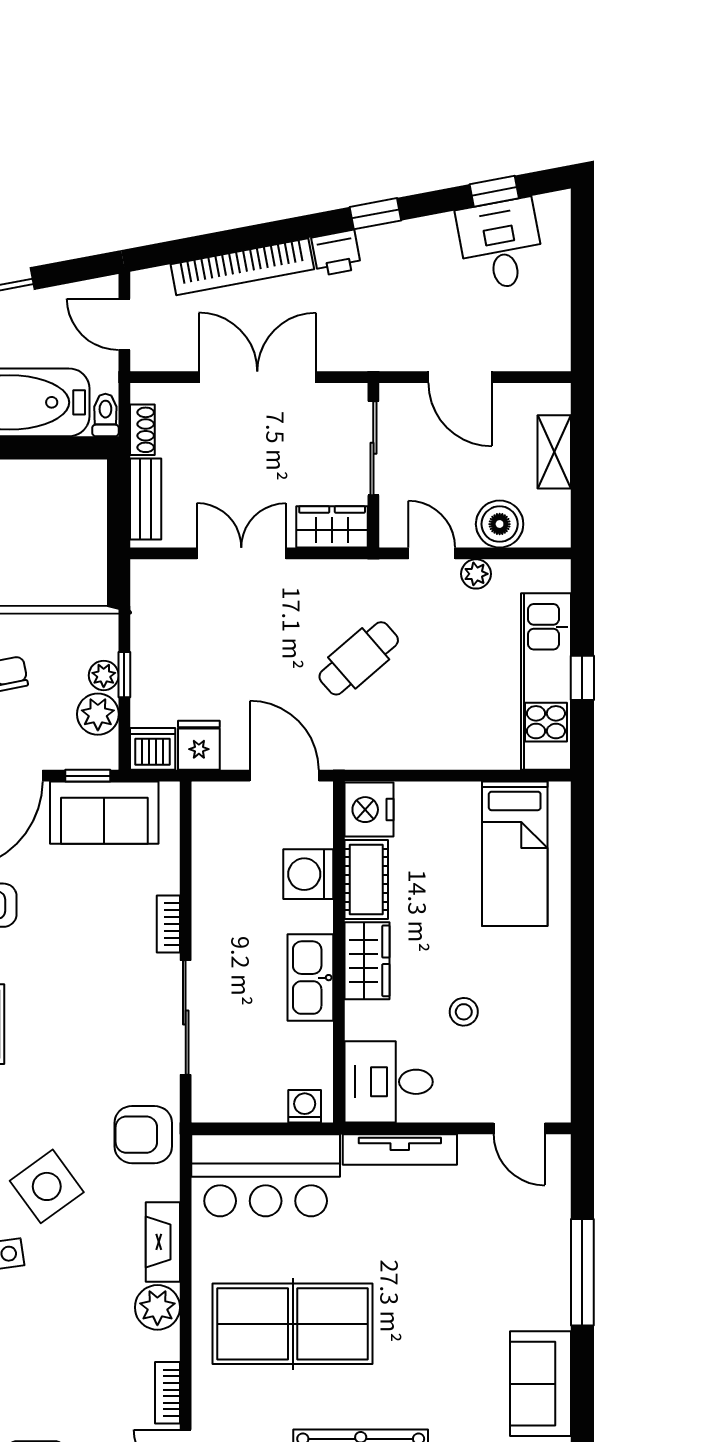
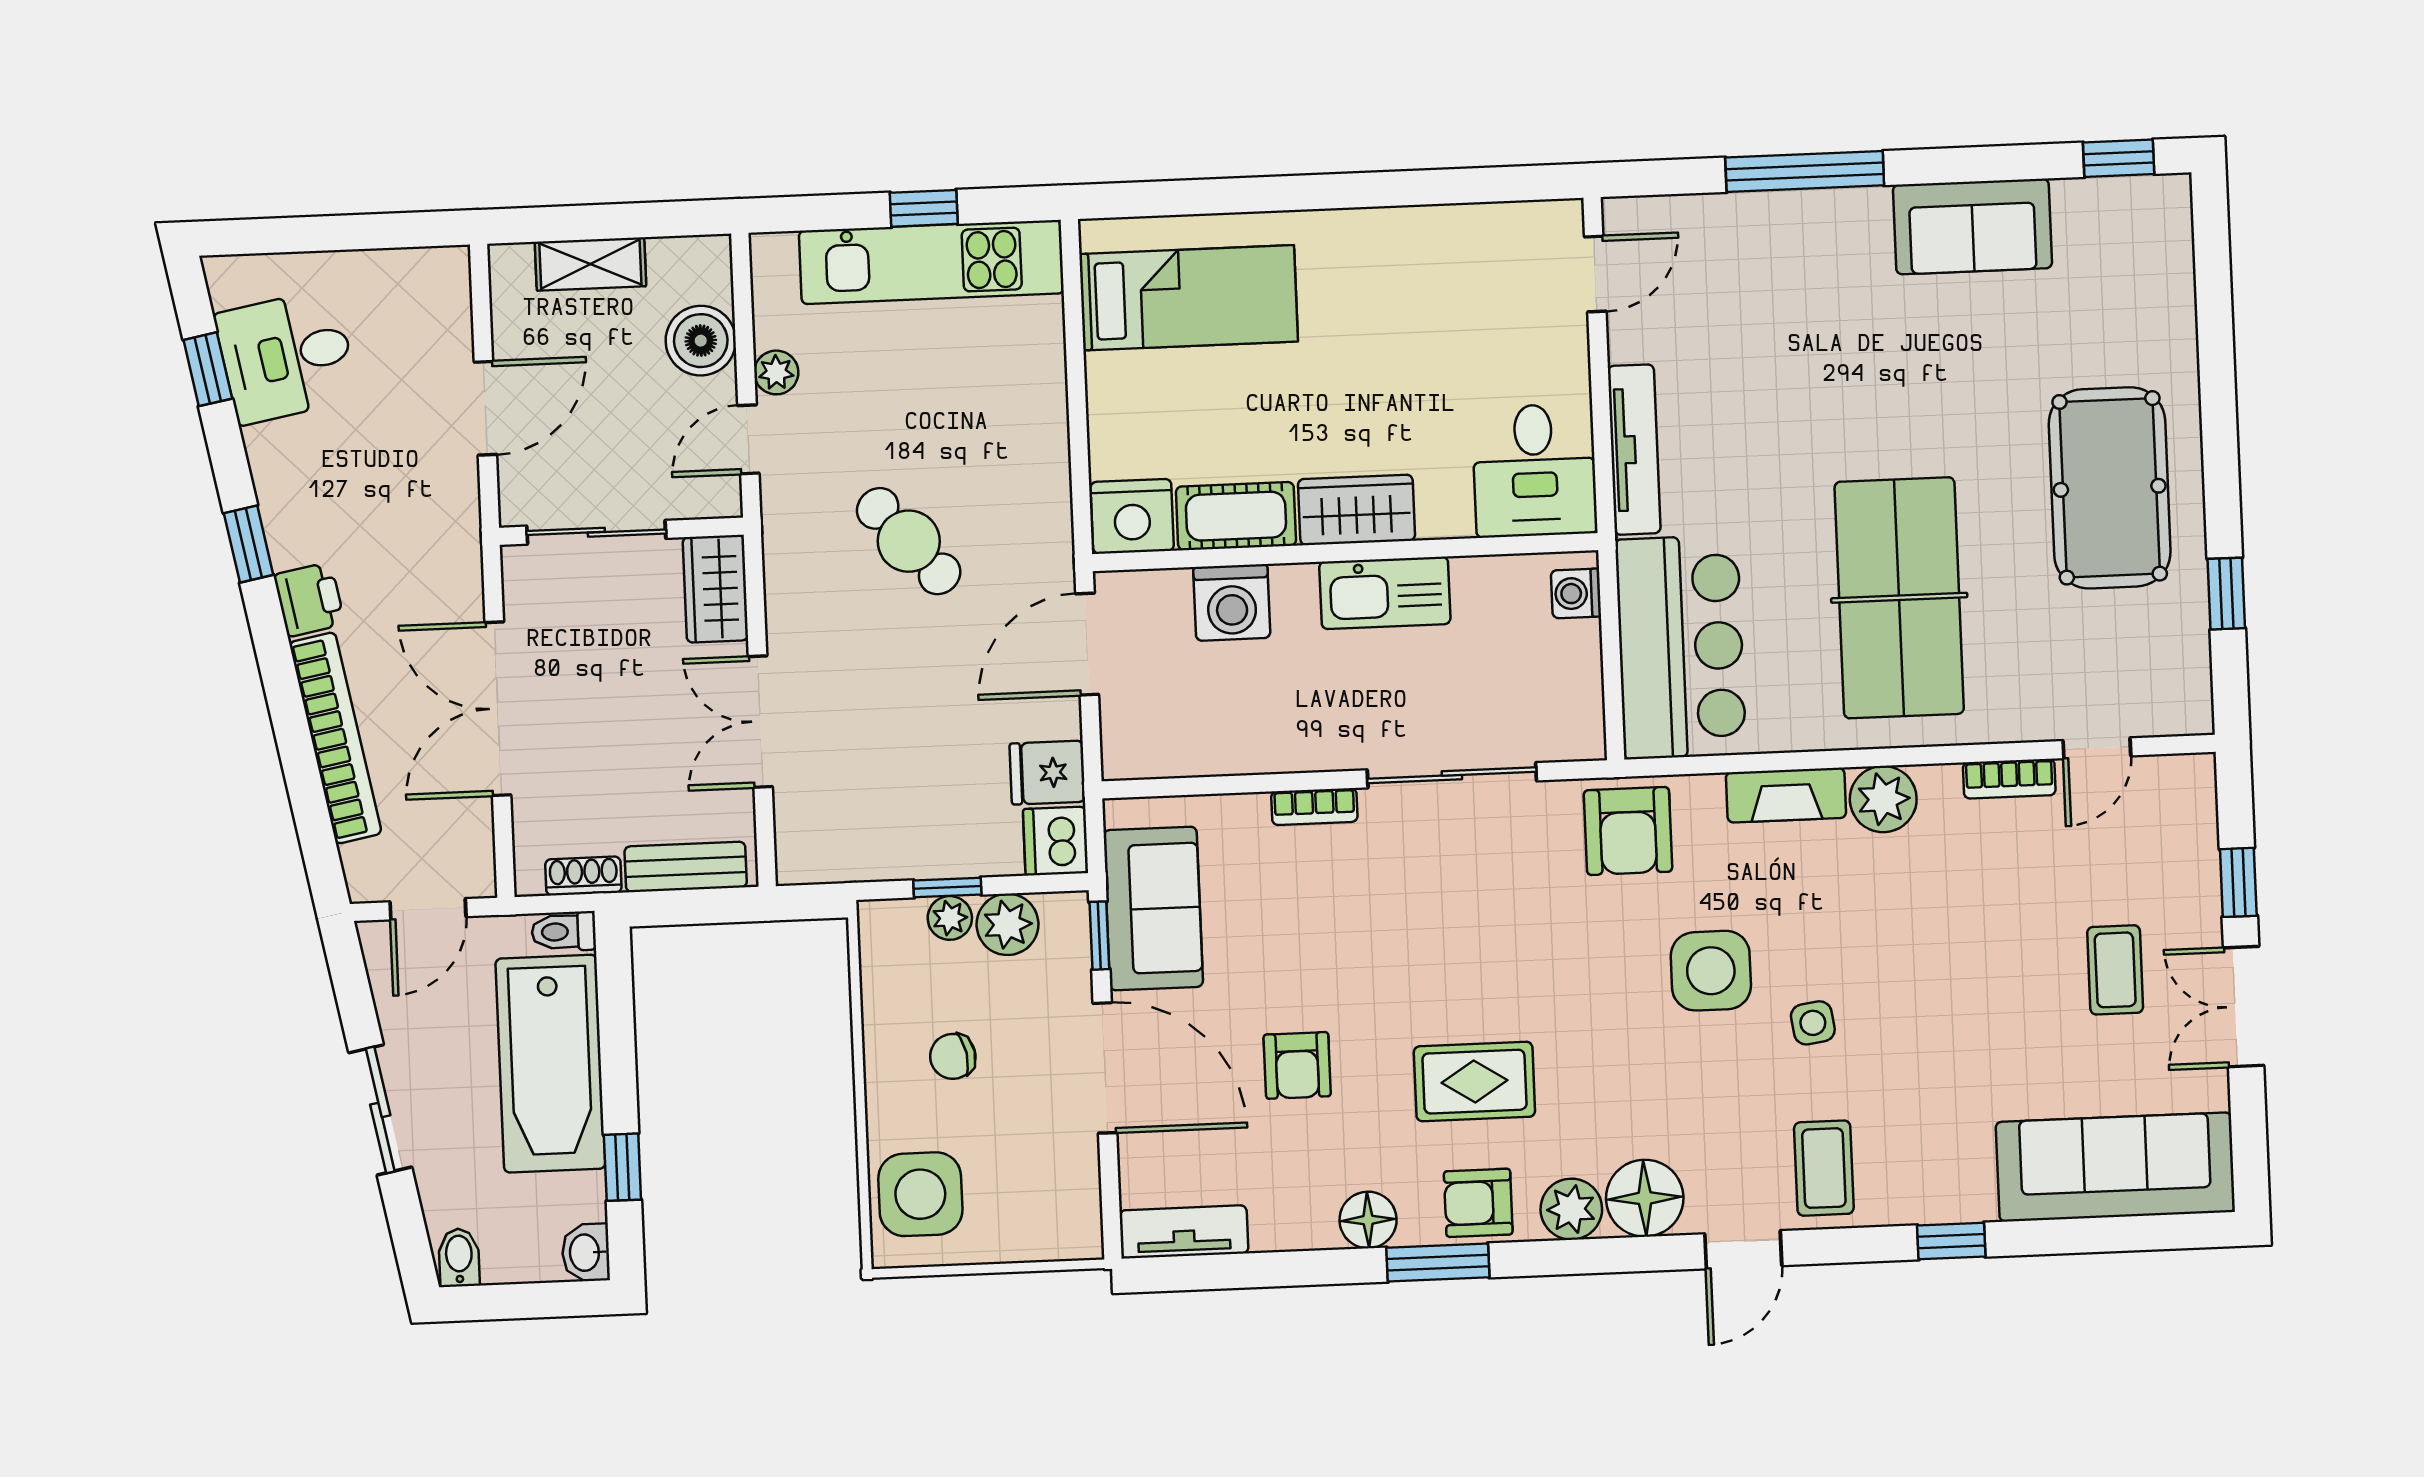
stool: (464, 1012) -> (1426, 363), removed
side table: (47, 1186) -> (1711, 971), turned 36

